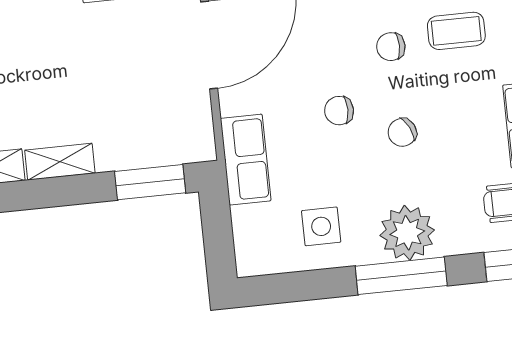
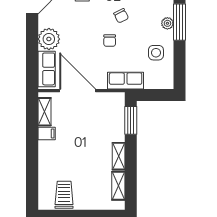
chair: (391, 47) -> (86, 17), removed
plant: (407, 233) -> (167, 23), width x0.53, depth x0.53

